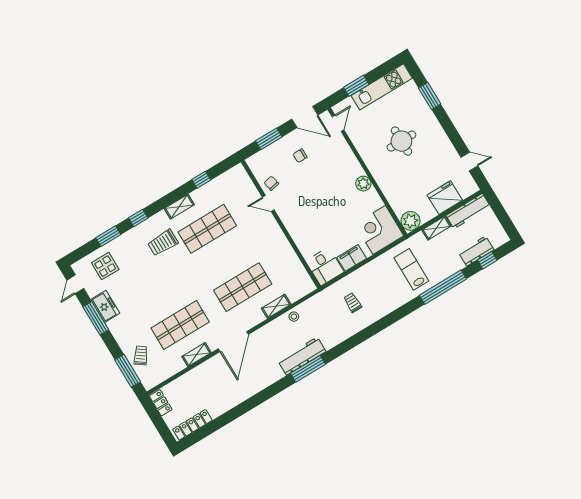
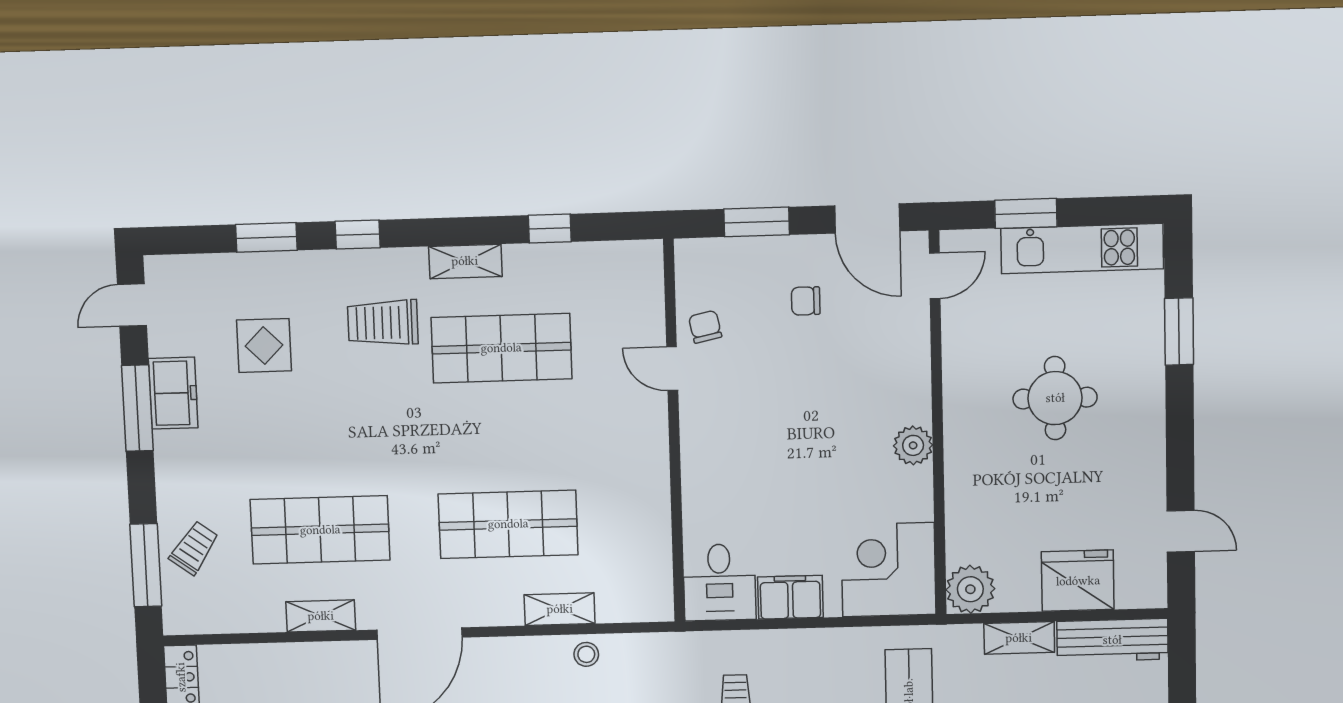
display table: (105, 266) -> (264, 345), moved

